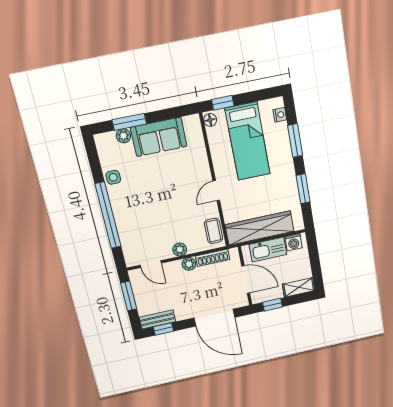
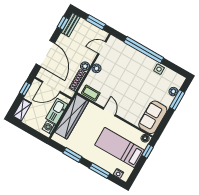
sofa: (159, 137) -> (153, 117), moved
door: (214, 318) -> (45, 54), swing flipped

